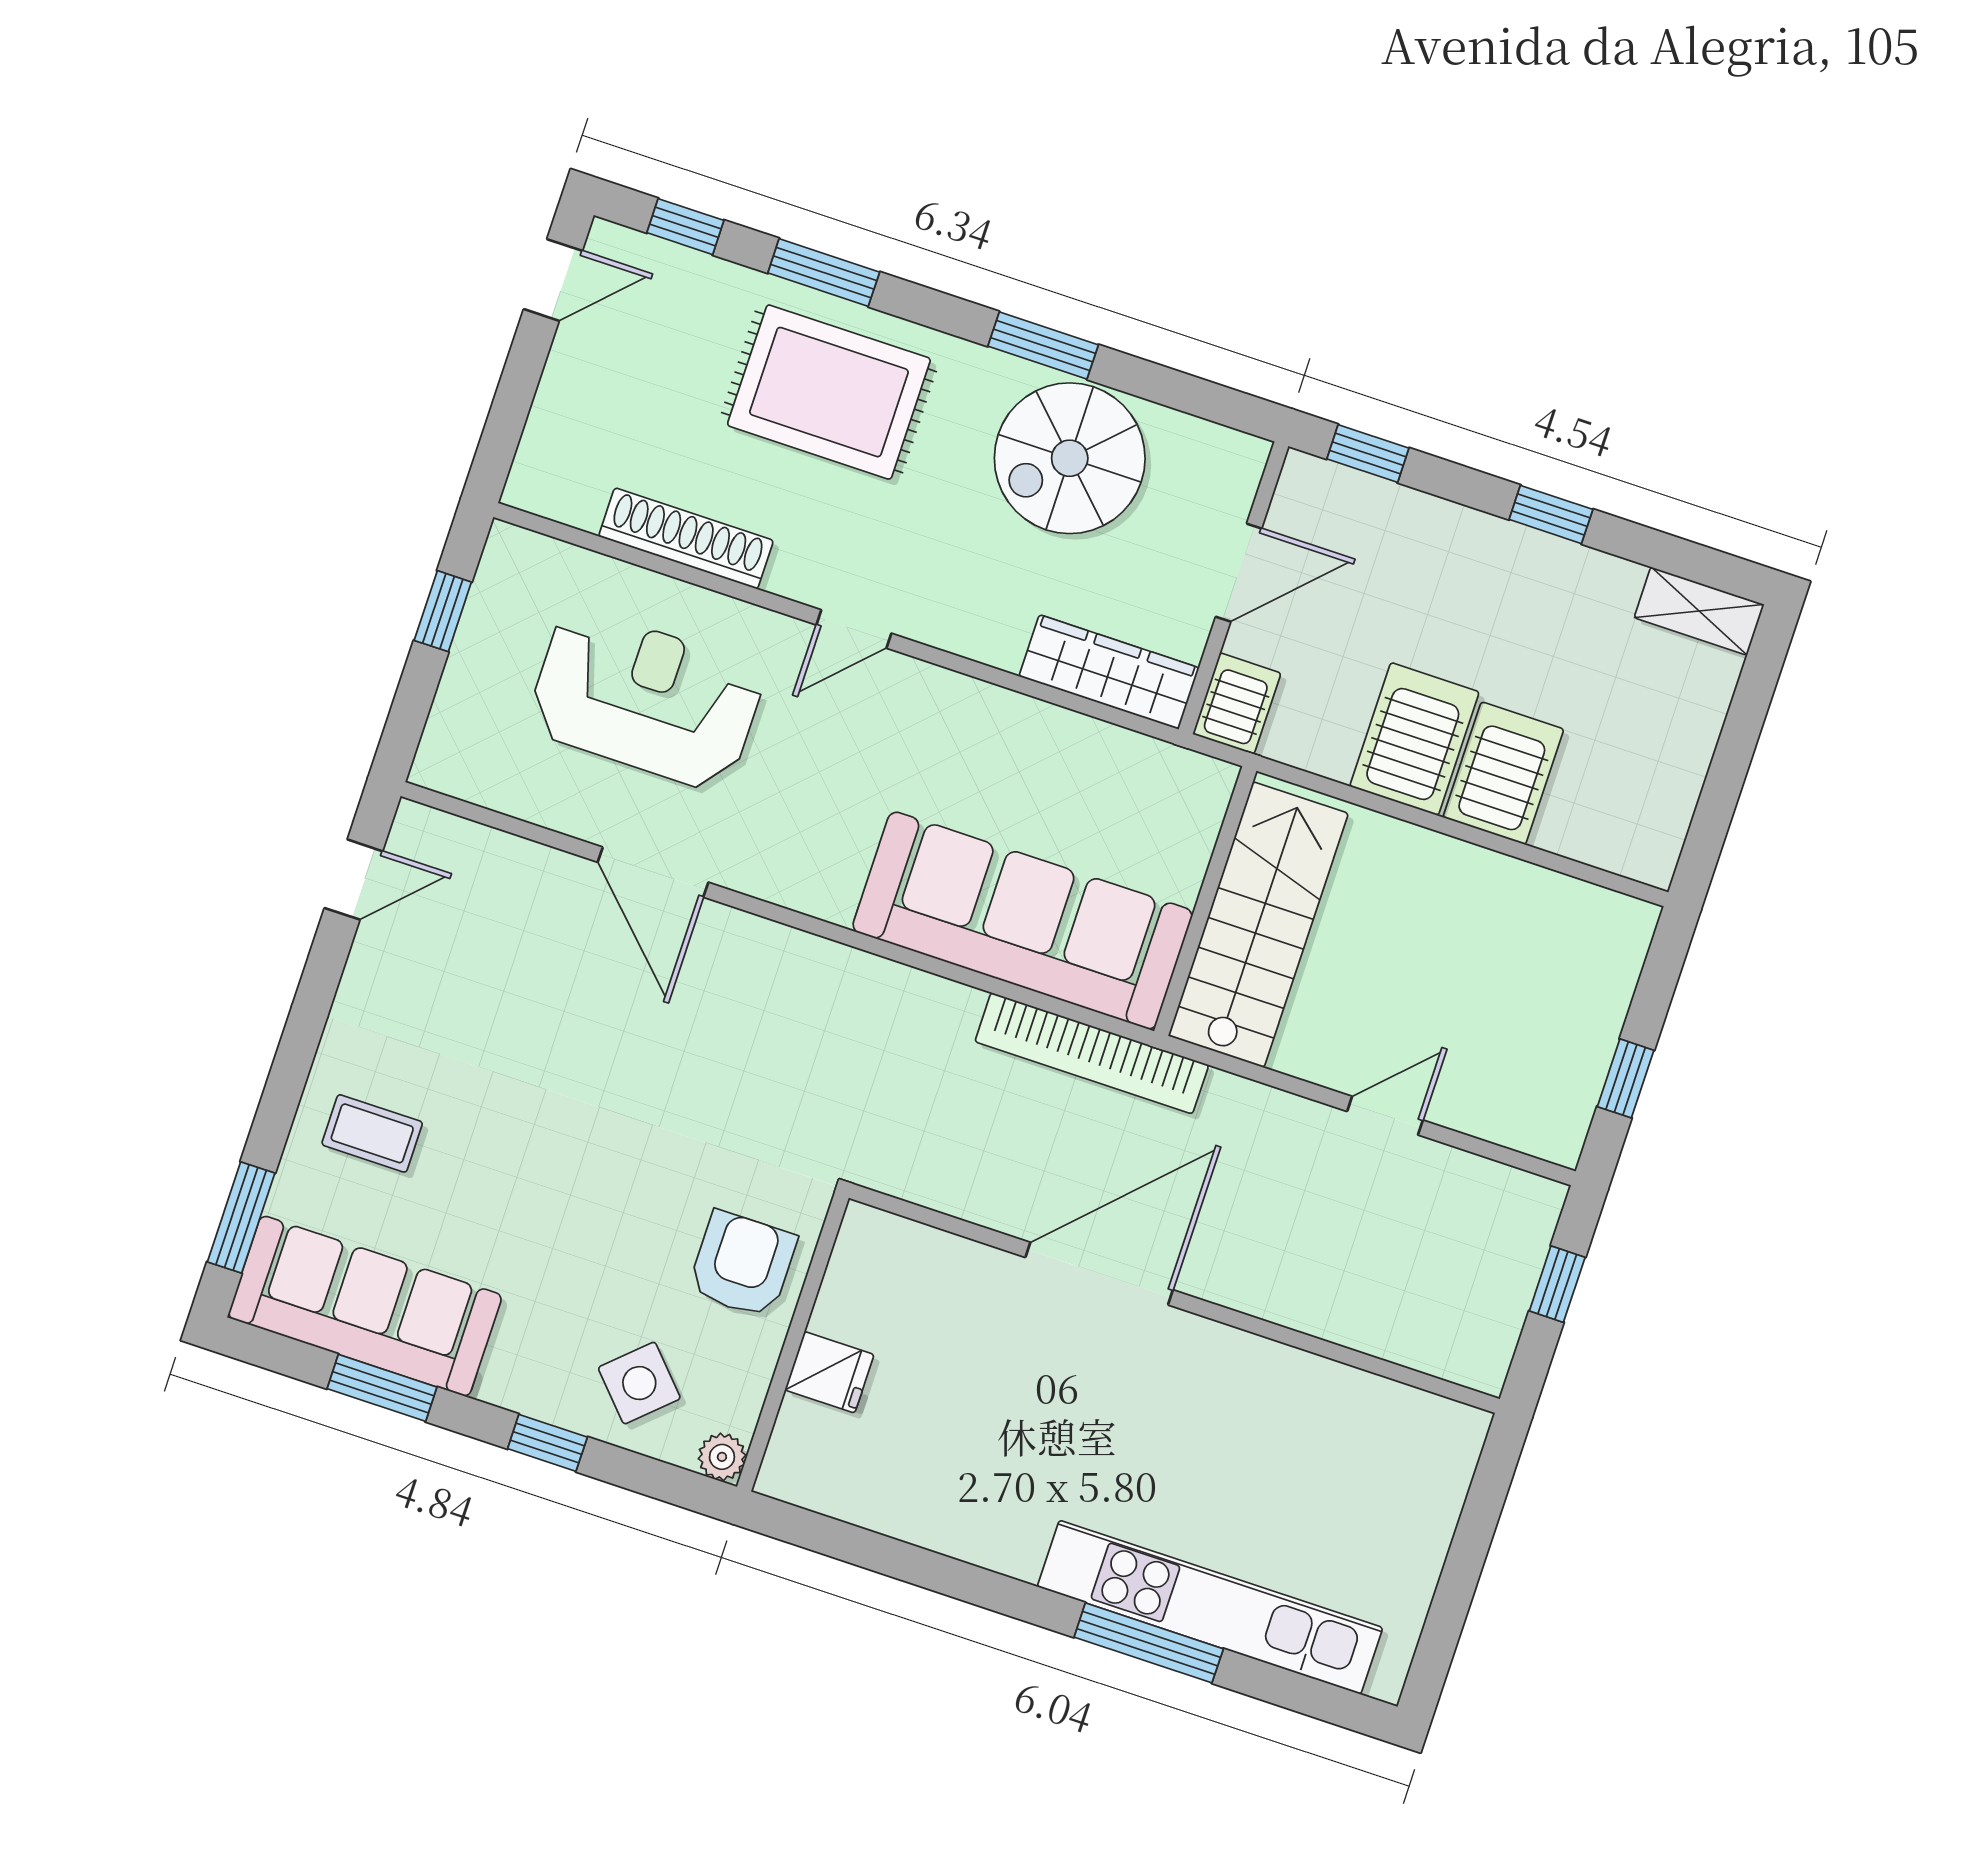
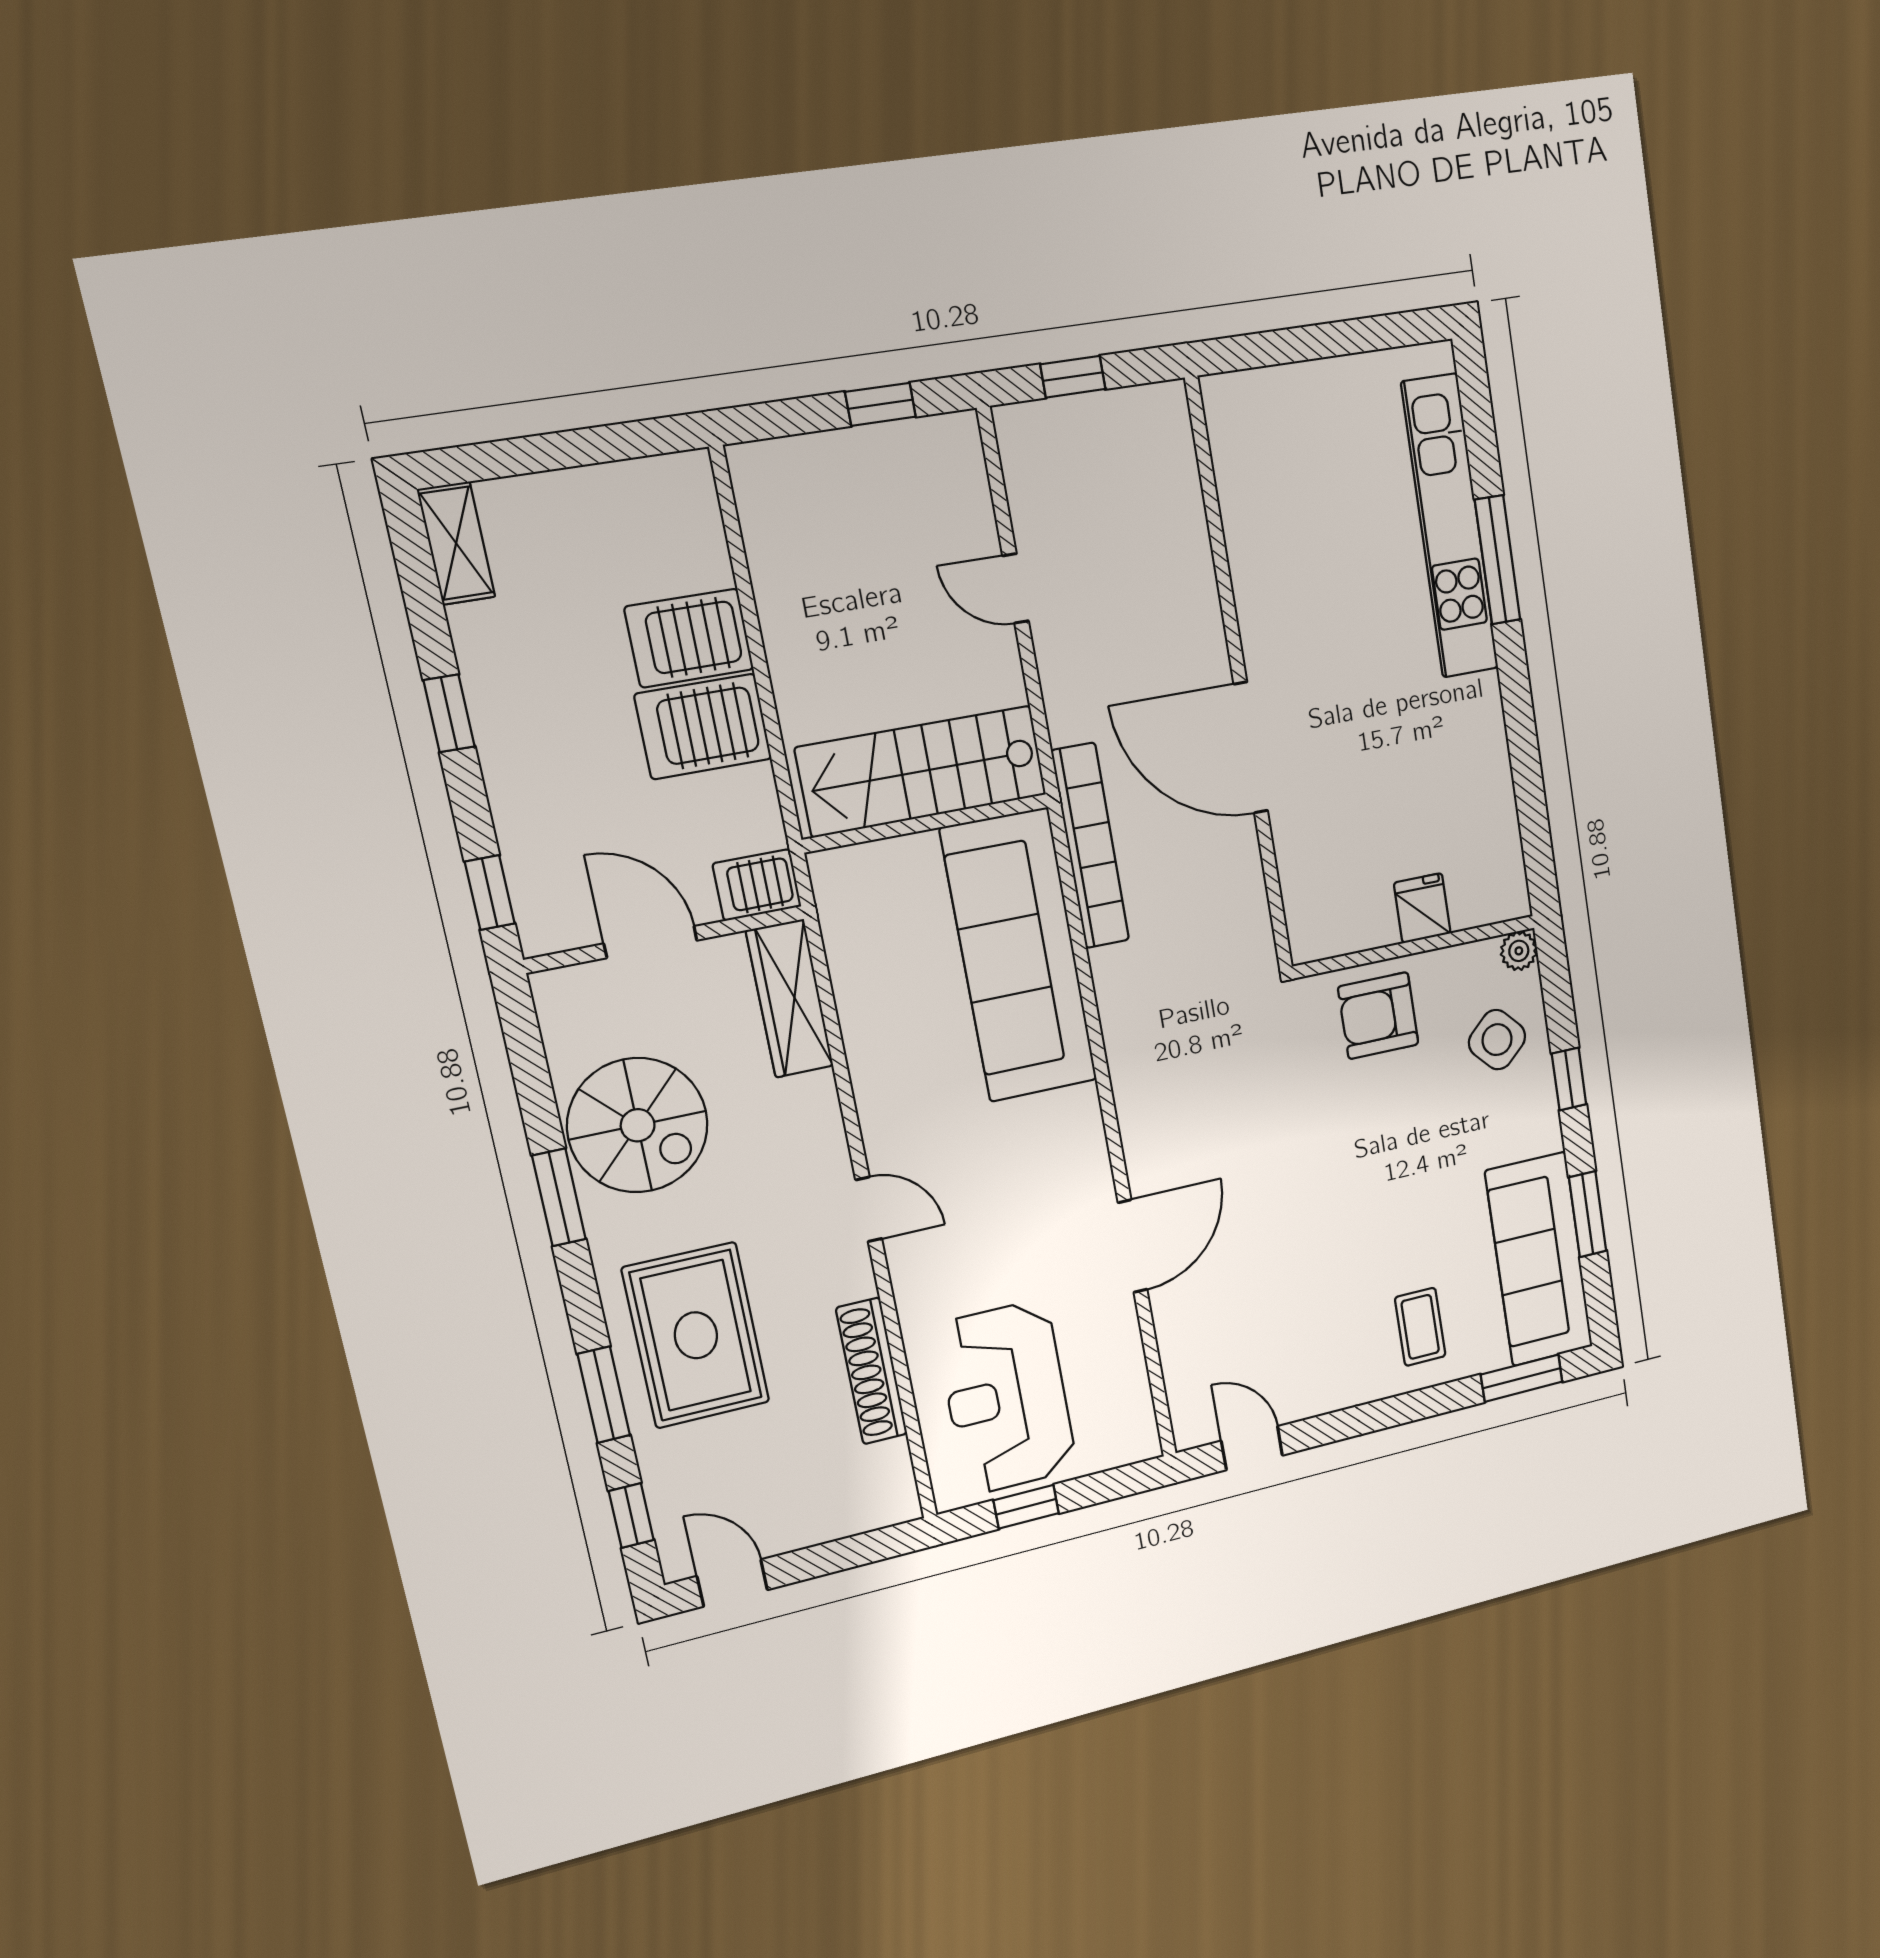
reception desk: (646, 699) -> (1007, 1397), moved

